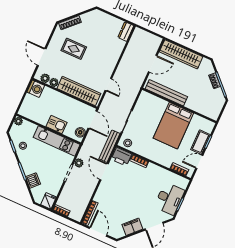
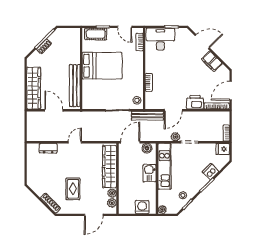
dresser: (126, 31) -> (48, 148), moved
door: (108, 85) -> (75, 142), moved
washing machine: (36, 89) -> (142, 207), moved
cot: (200, 142) -> (96, 34), moved
printer: (121, 157) -> (195, 102), moved, turned -90
desk: (169, 199) -> (160, 39), moved

